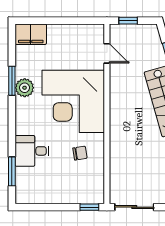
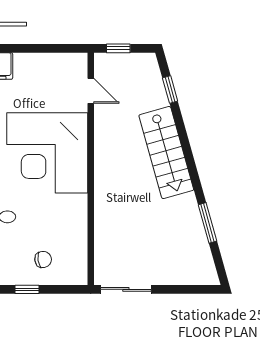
chair: (80, 153) -> (43, 259), moved
window: (89, 207) -> (27, 289), moved

